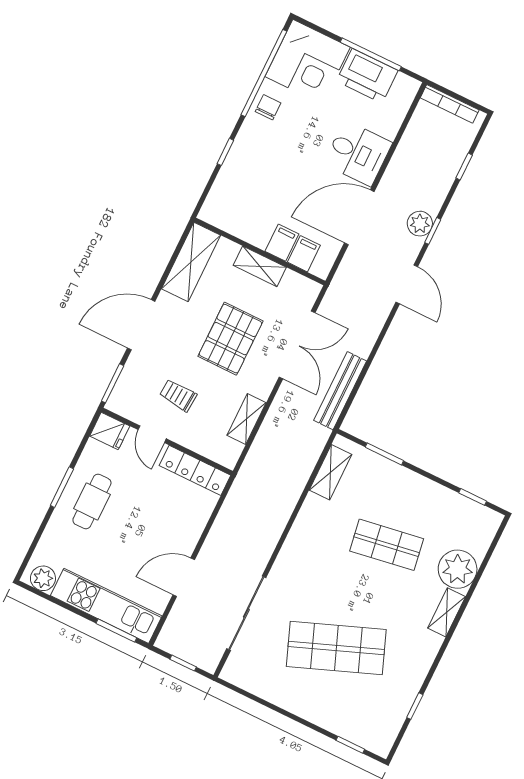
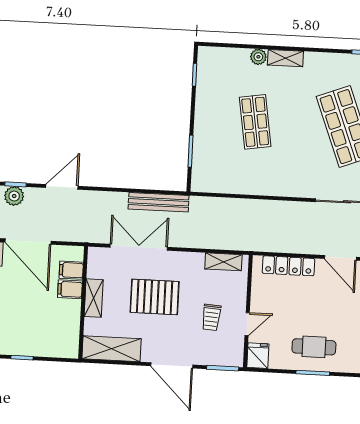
shelving: (246, 419) -> (223, 262), moved
locker: (195, 470) -> (288, 266), moved, turned 90
shelving: (330, 472) -> (220, 184), removed
plant: (458, 569) -> (258, 57), width x0.53, depth x0.53

